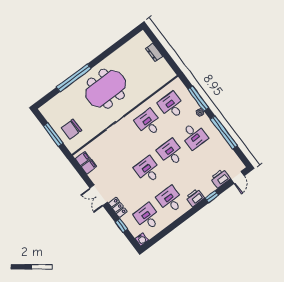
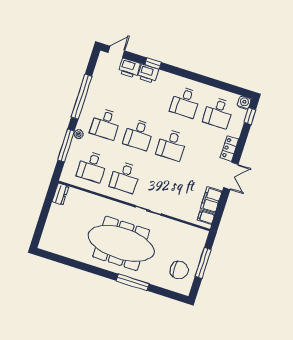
dresser: (154, 52) -> (60, 194), moved
window: (74, 78) -> (133, 282), width x0.68
meeting table: (106, 89) -> (121, 243), width x1.36
chair: (71, 129) -> (179, 270), moved
desk: (194, 136) -> (106, 124), turned 180
filing cabinet: (89, 167) -> (211, 200), width x2.00
printer: (195, 198) -> (148, 74), moved
window: (121, 226) -> (250, 116), moved

